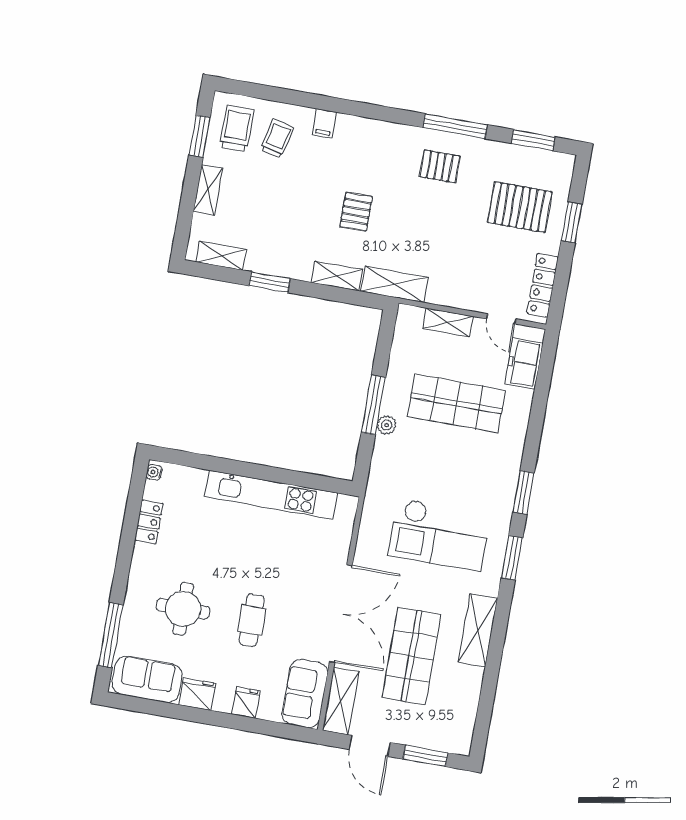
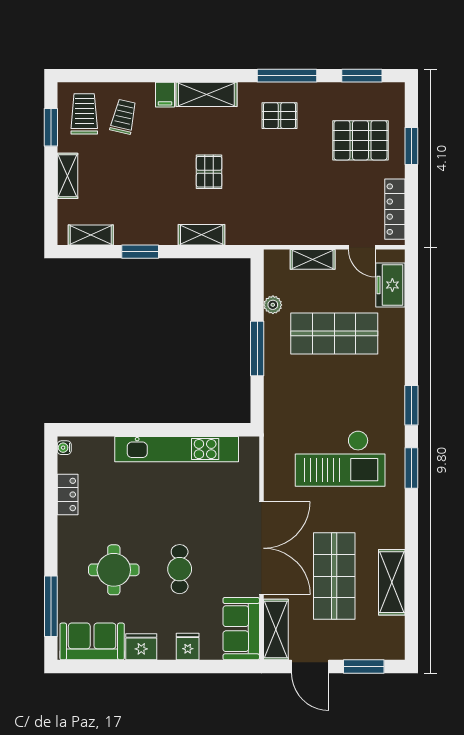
shelving: (394, 284) -> (206, 94), moved
plant: (387, 425) -> (273, 305), moved
shelving: (478, 630) -> (392, 582), moved

